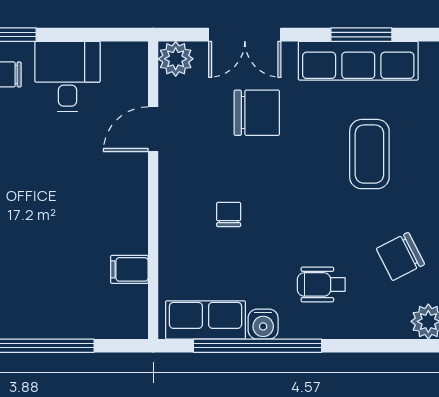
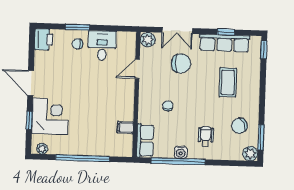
window: (361, 35) -> (226, 32), width x0.67
wheelchair: (321, 284) -> (206, 137), turned 90
row of seats: (205, 320) -> (145, 141), moved, turned 90

